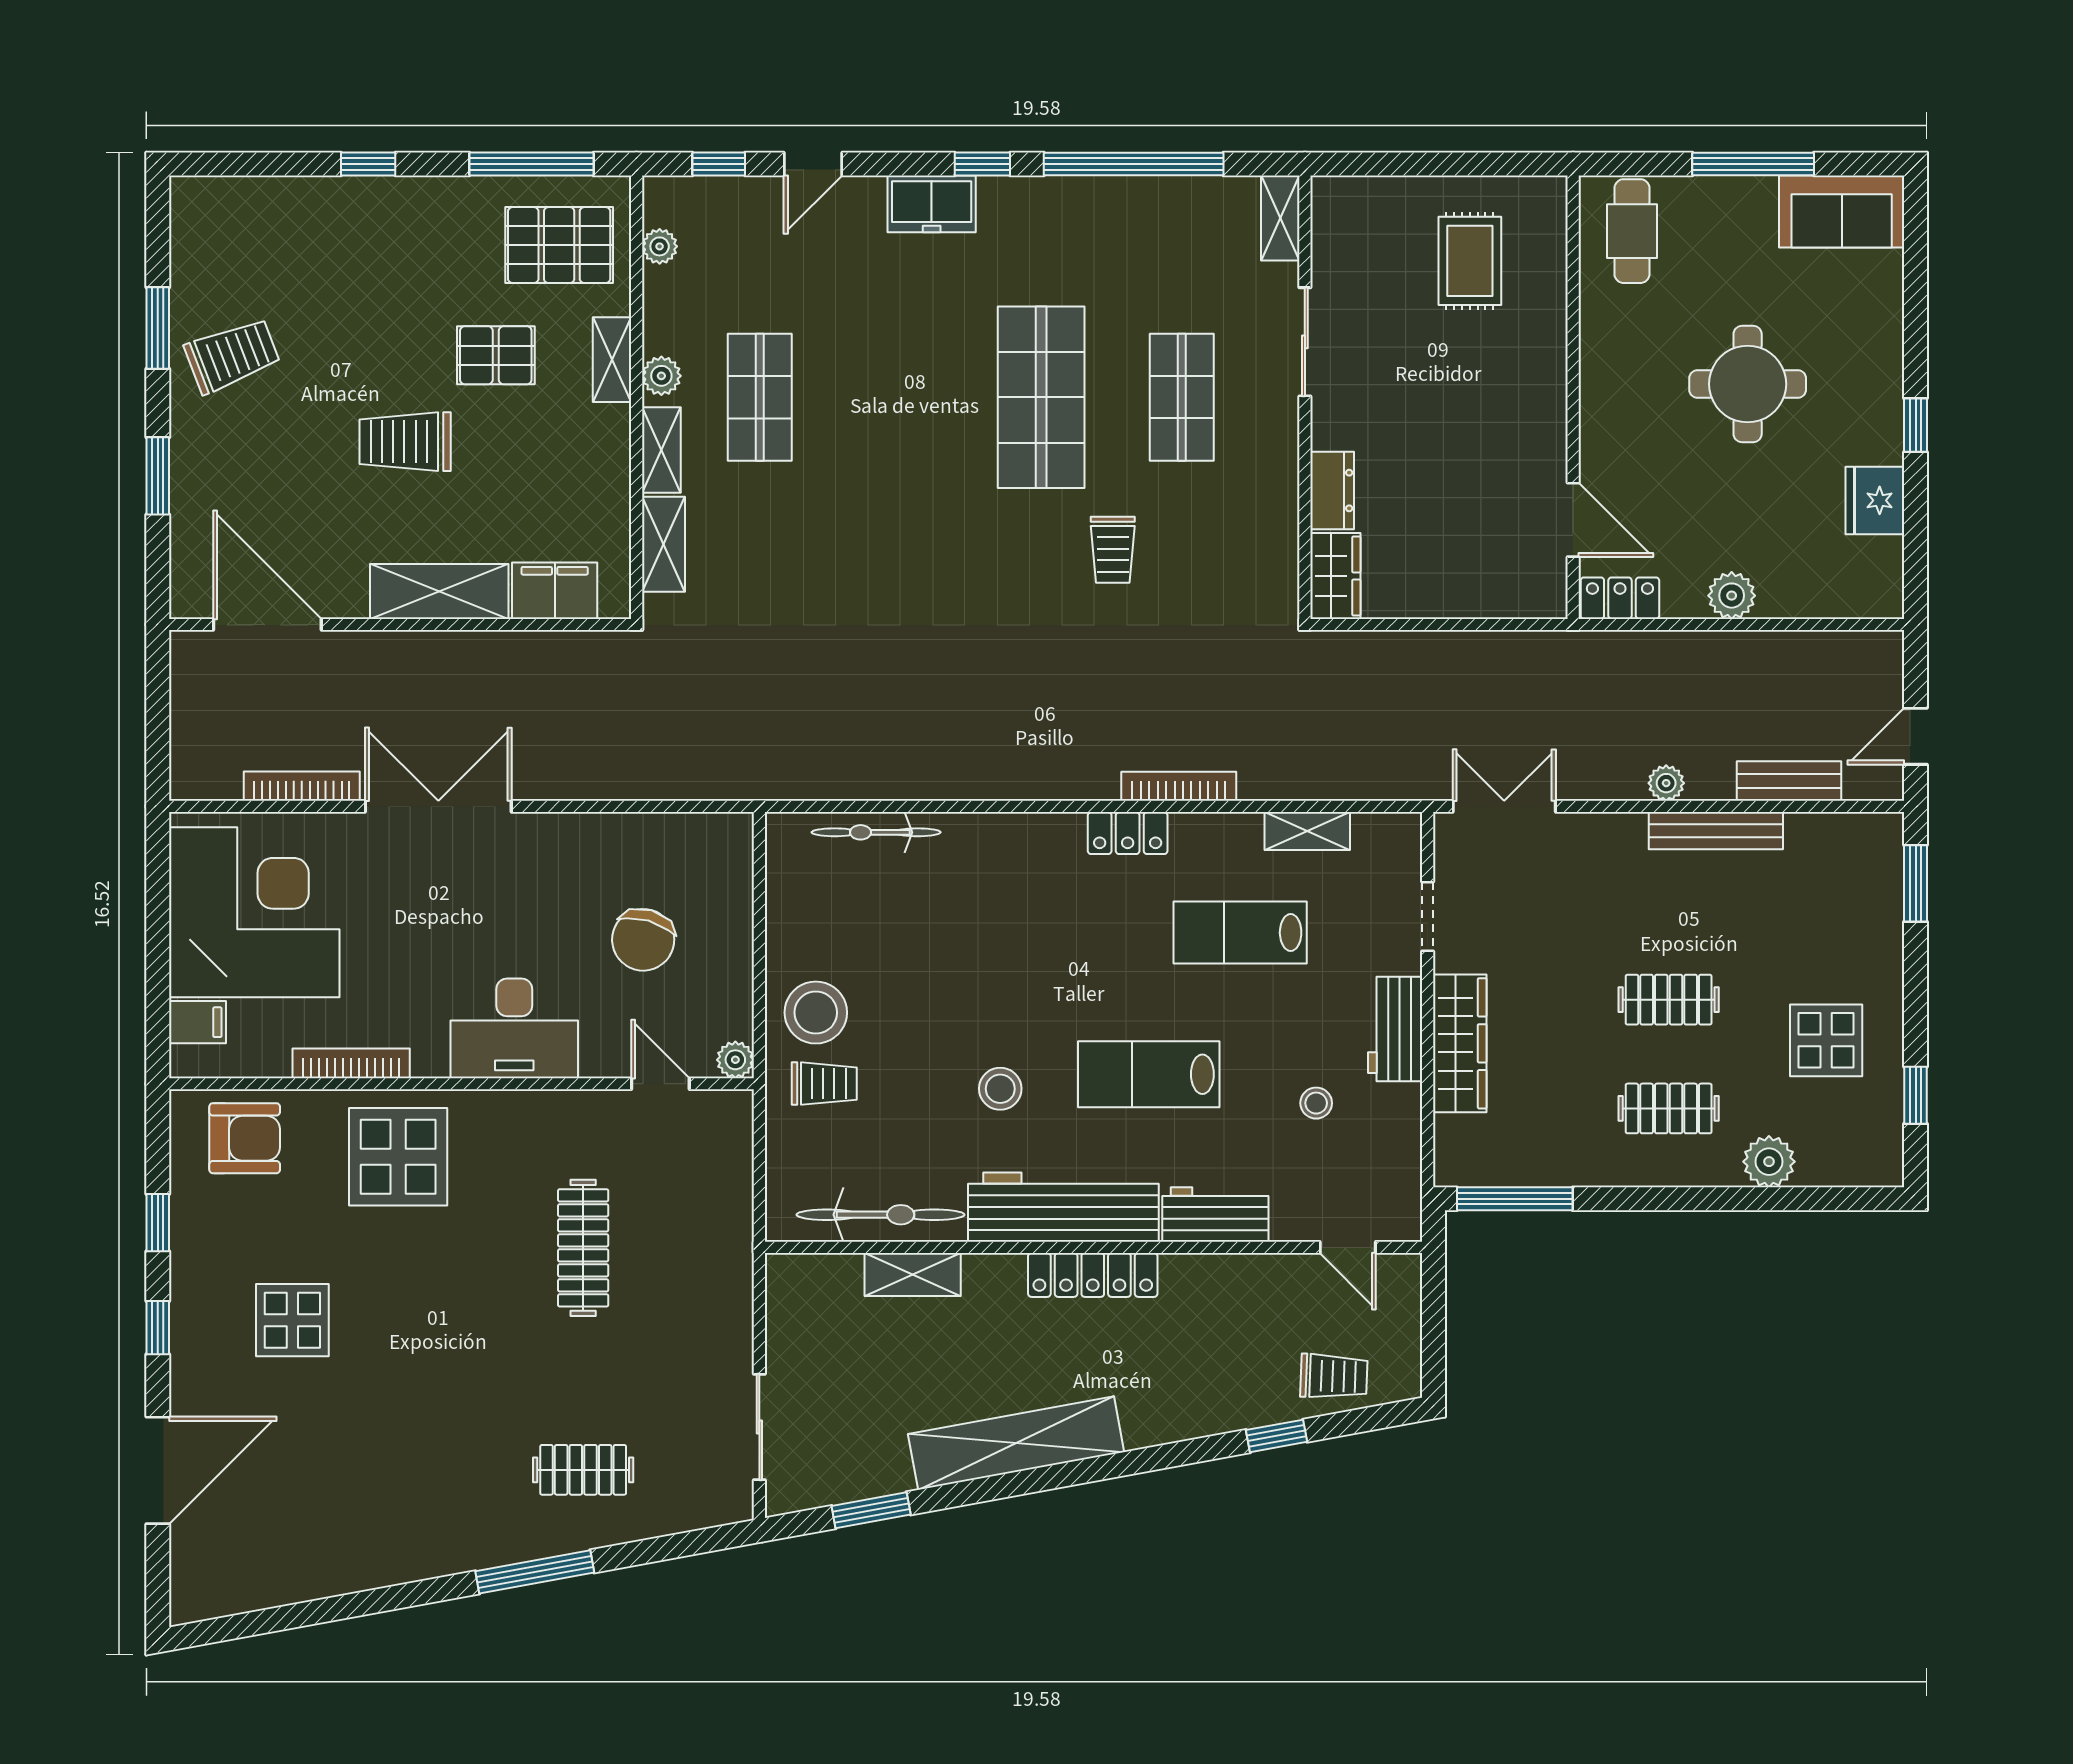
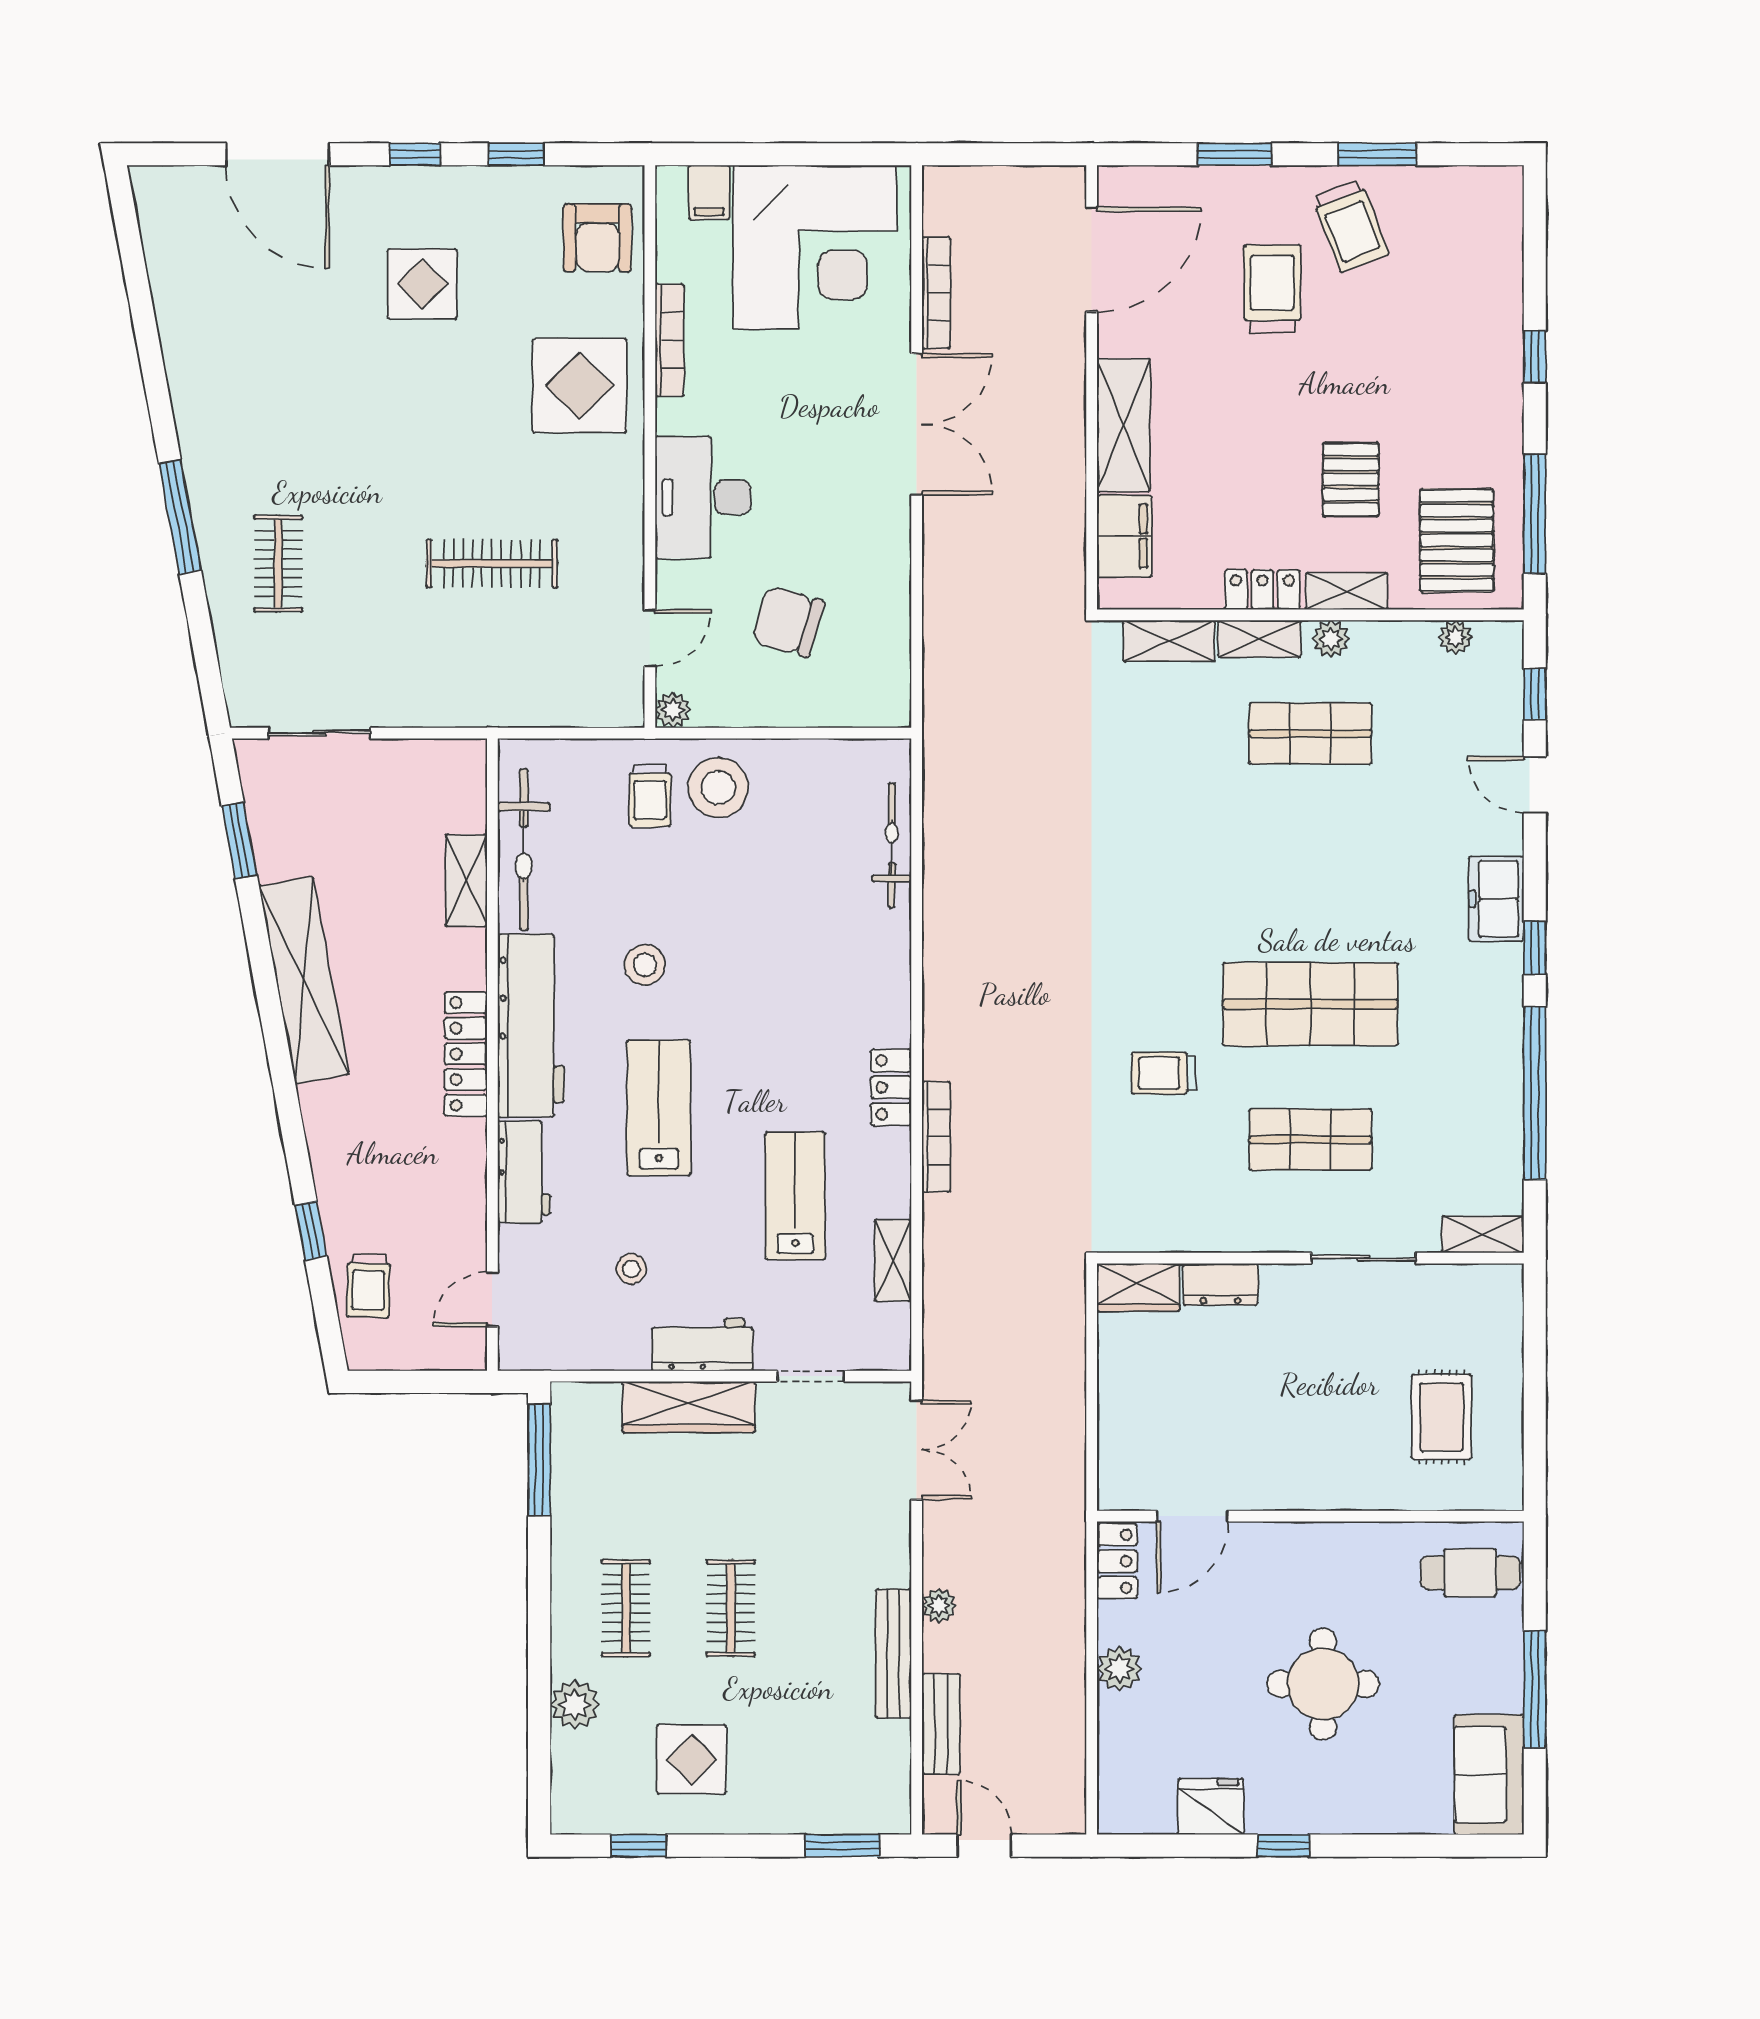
rug: (1470, 261) -> (1442, 1417), turned 90
trolley: (405, 442) -> (1272, 289), moved
locker: (610, 447) -> (1262, 590), added

